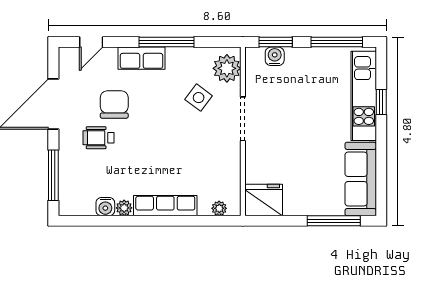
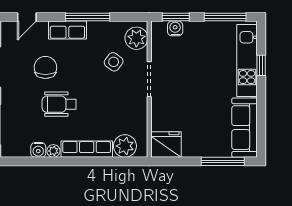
wheelchair: (99, 138) -> (59, 104), moved, width x1.36, depth x1.37
plant: (219, 208) -> (125, 146), width x1.88, depth x1.88

